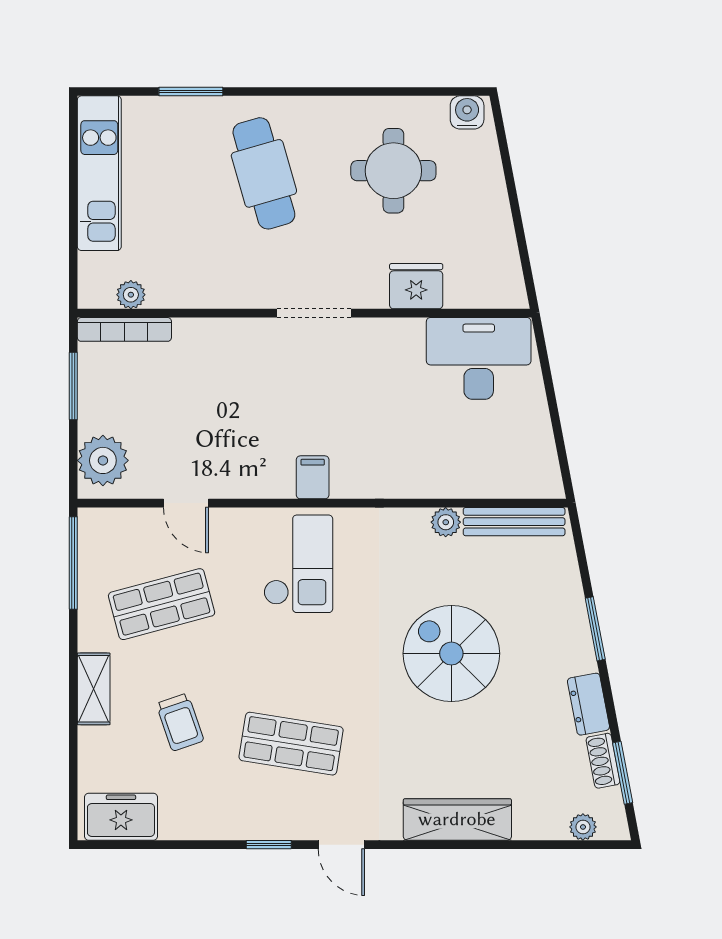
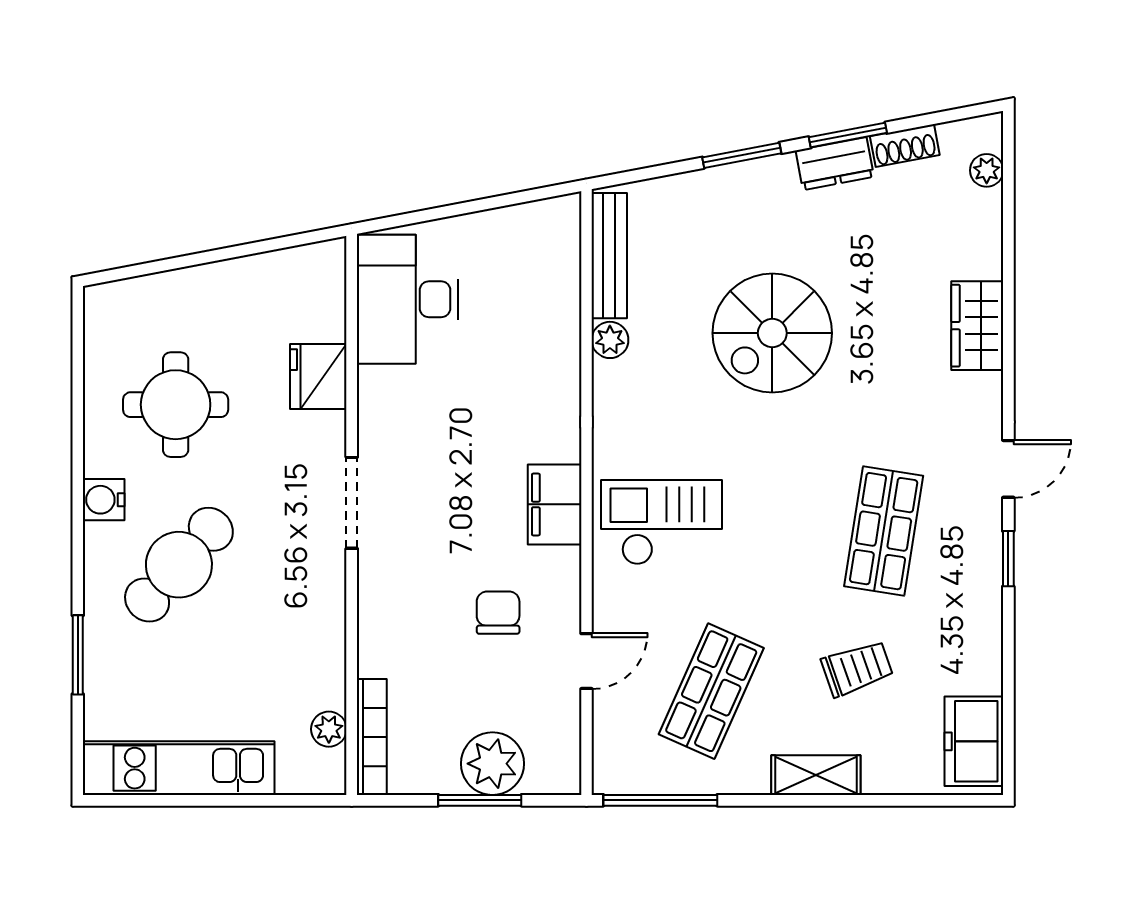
water cooler: (467, 112) -> (104, 500), moved
cafe table: (264, 173) -> (179, 565), turned -32
window: (73, 386) -> (480, 800), moved
chair: (225, 432) -> (498, 613), added
plant: (103, 460) -> (492, 764), moved
filing cabinet: (313, 477) -> (555, 504), width x2.00
shop shelf: (162, 604) -> (711, 691), turned 39
window: (623, 773) -> (848, 135), moved
wardrobe: (457, 819) -> (977, 326), width x0.67

